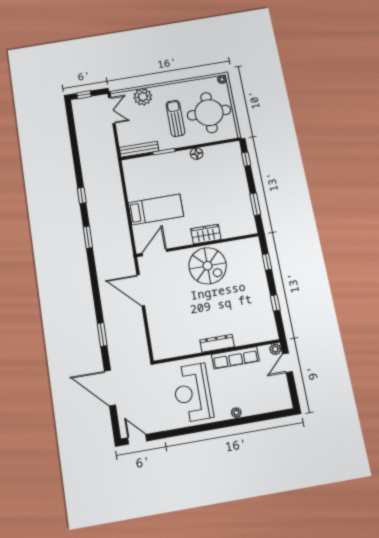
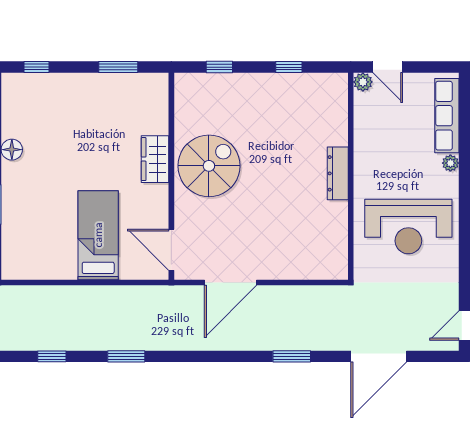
row of seats: (235, 358) -> (447, 116), moved, turned 180

